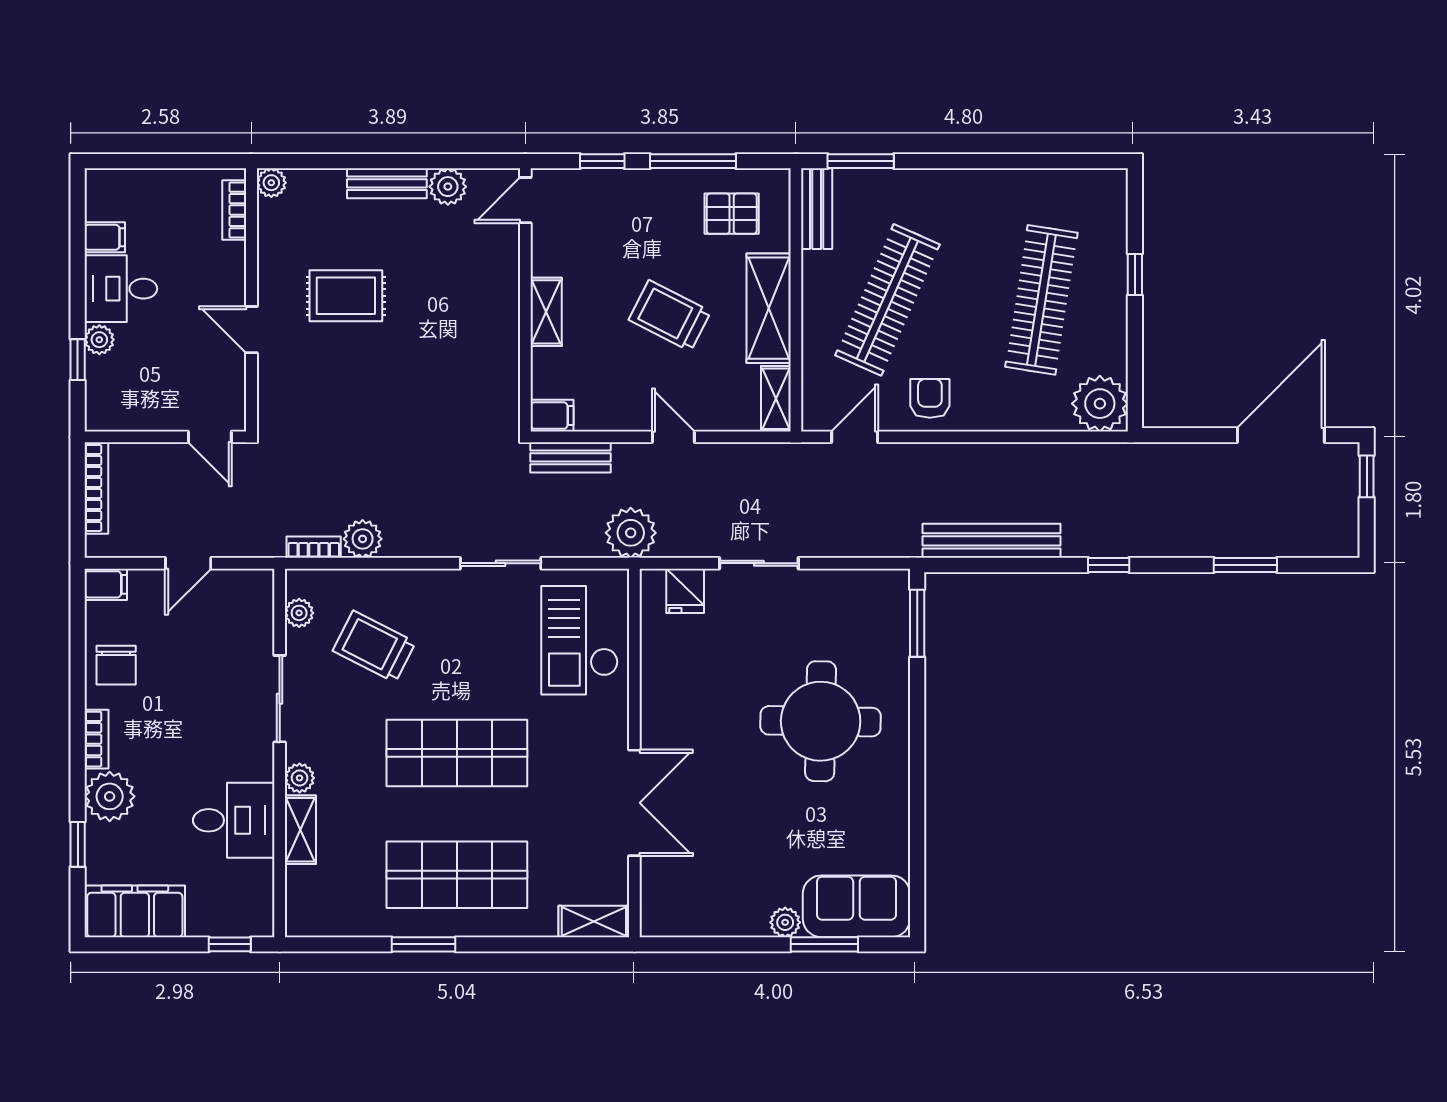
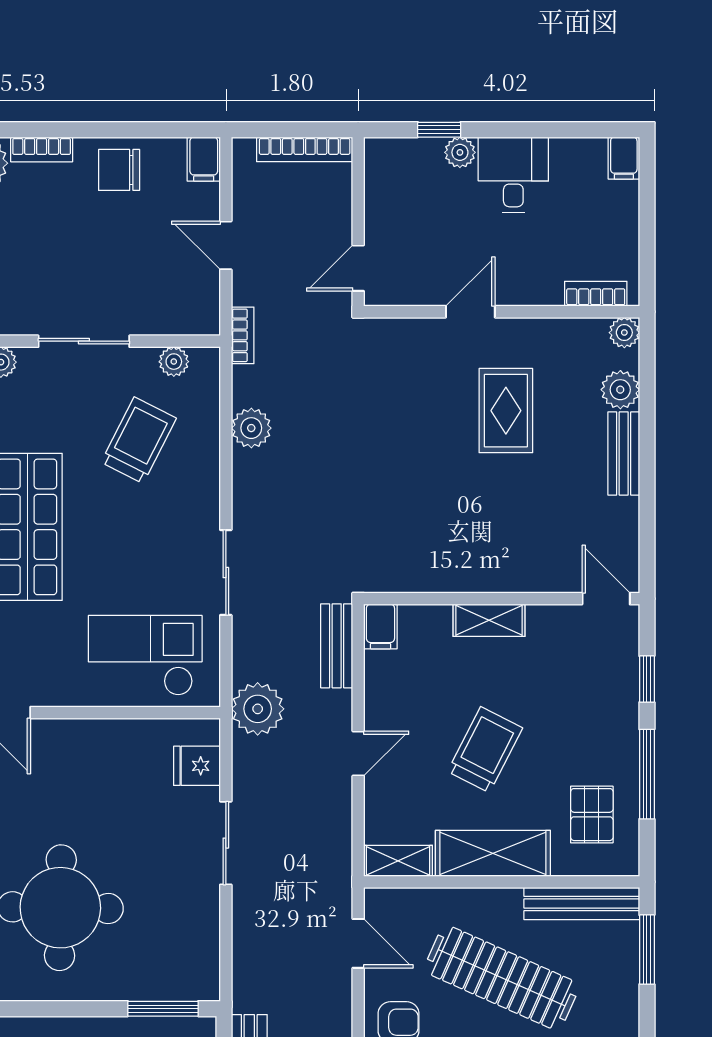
plant: (448, 187) -> (620, 390), moved
bench: (817, 209) -> (582, 904), width x1.36
filing cabinet: (105, 237) -> (624, 158), moved
bookcase: (314, 547) -> (243, 335), moved

